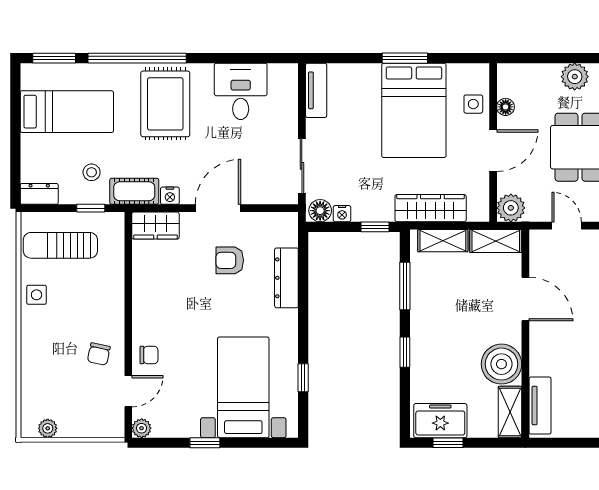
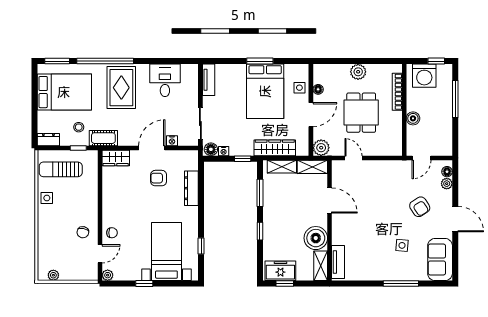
bed: (67, 112) -> (64, 92), width x1.50
nightstand: (170, 196) -> (172, 141), moved

